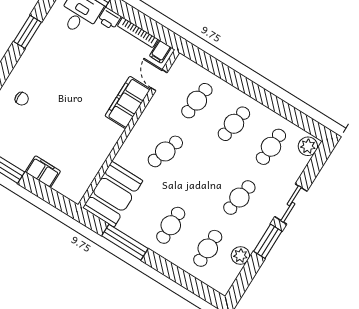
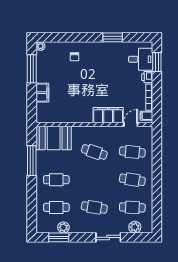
plant: (308, 146) -> (135, 227), moved
window: (268, 241) -> (59, 237), moved

